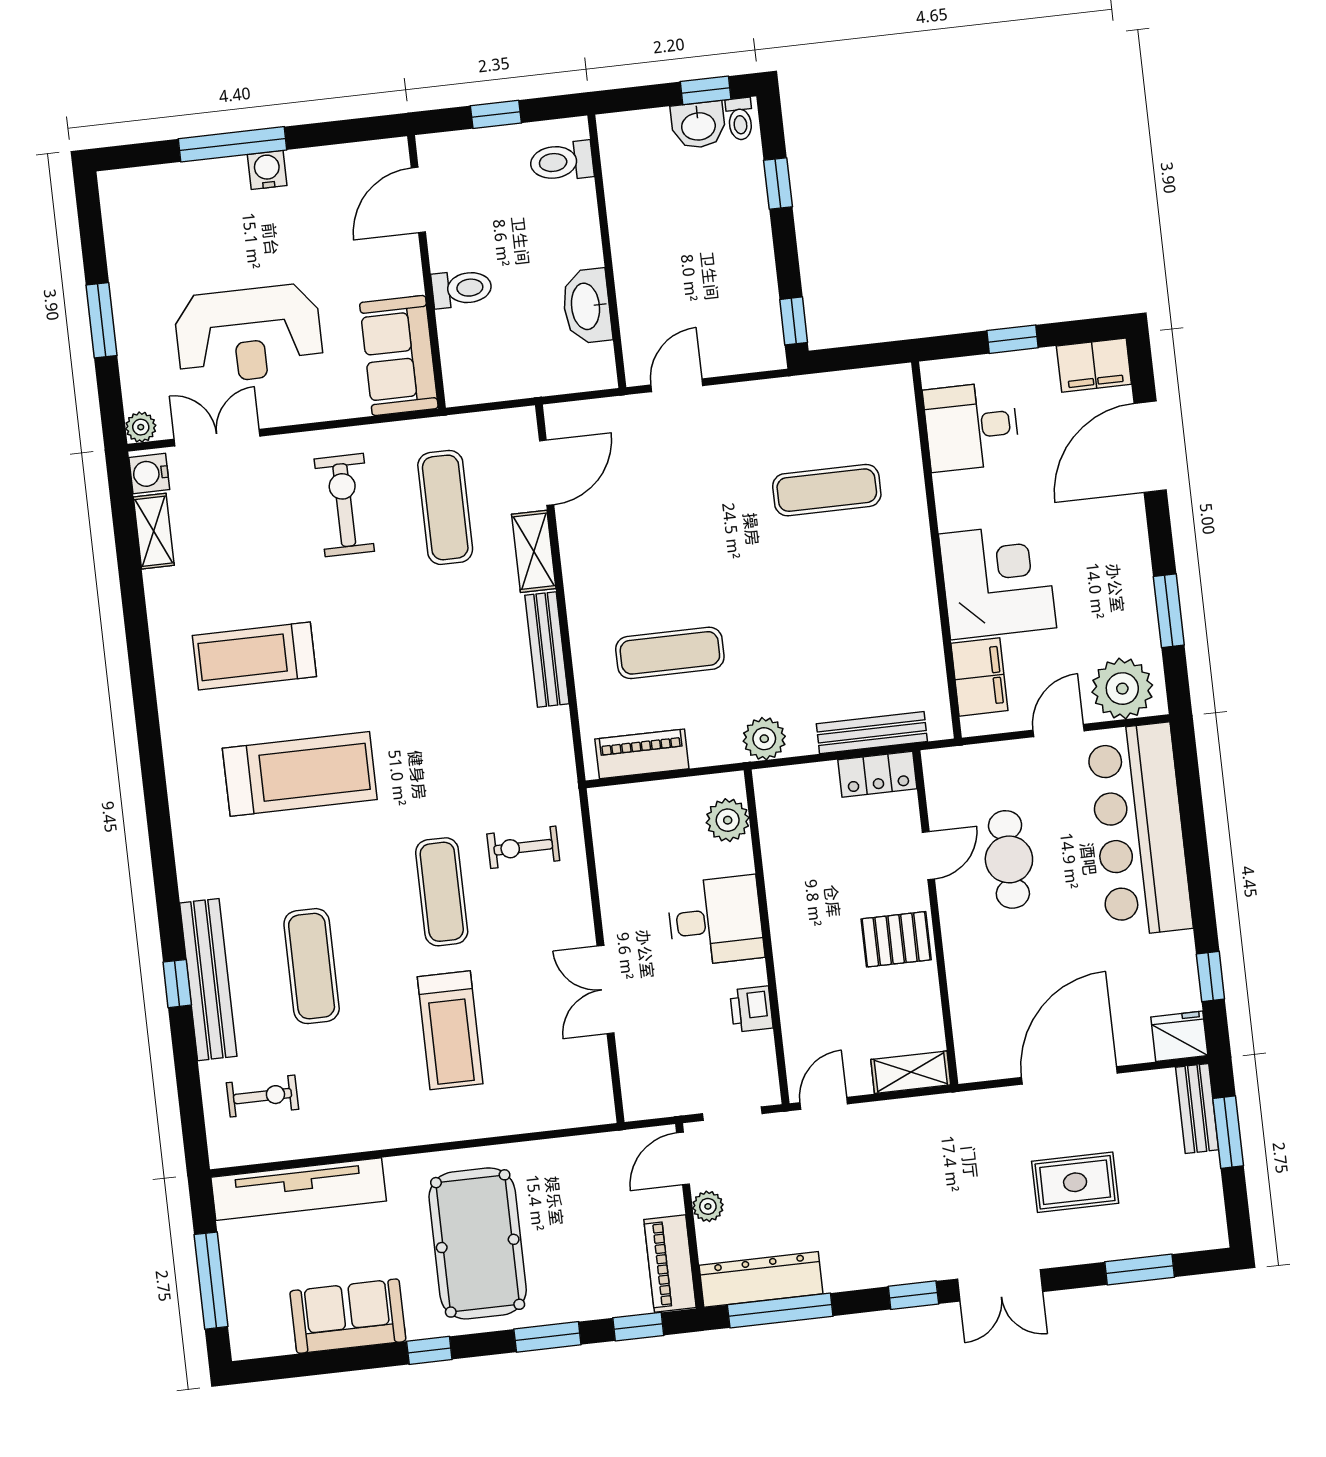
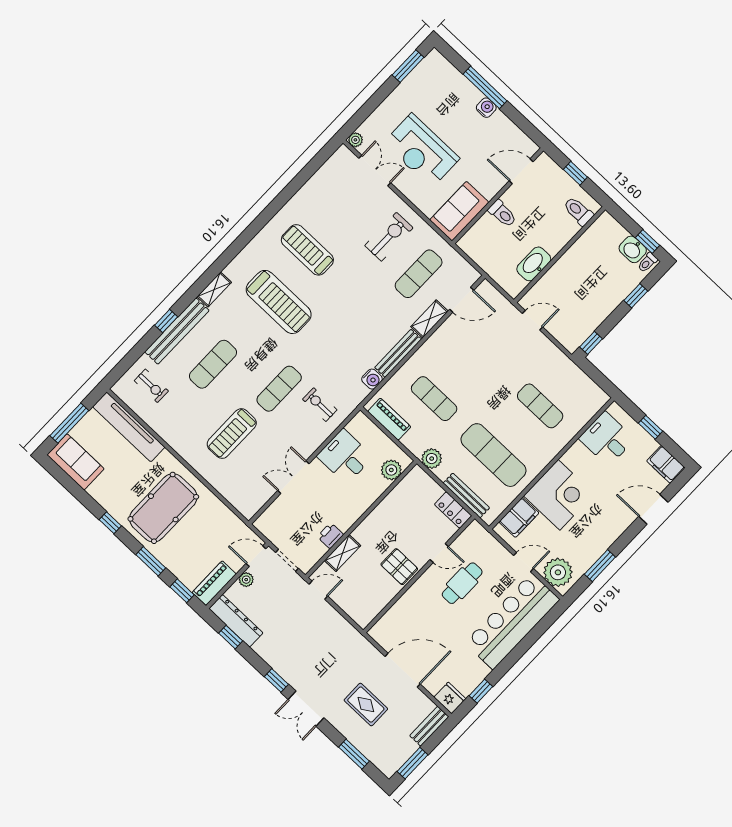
window: (102, 320) -> (408, 66), moved
door: (1150, 447) -> (653, 509), width x0.73
water cooler: (149, 473) -> (372, 379), moved, turned 180
shelving: (154, 531) -> (214, 289), moved
exercise mat: (843, 633) -> (493, 455), added
desk: (715, 921) -> (345, 456), moved, turned 180
shelving: (911, 1072) -> (343, 553), moved, turned 90
window: (1228, 1132) -> (412, 763), moved
window: (780, 1310) -> (231, 637), width x0.46
sofa: (348, 1316) -> (76, 462), moved

